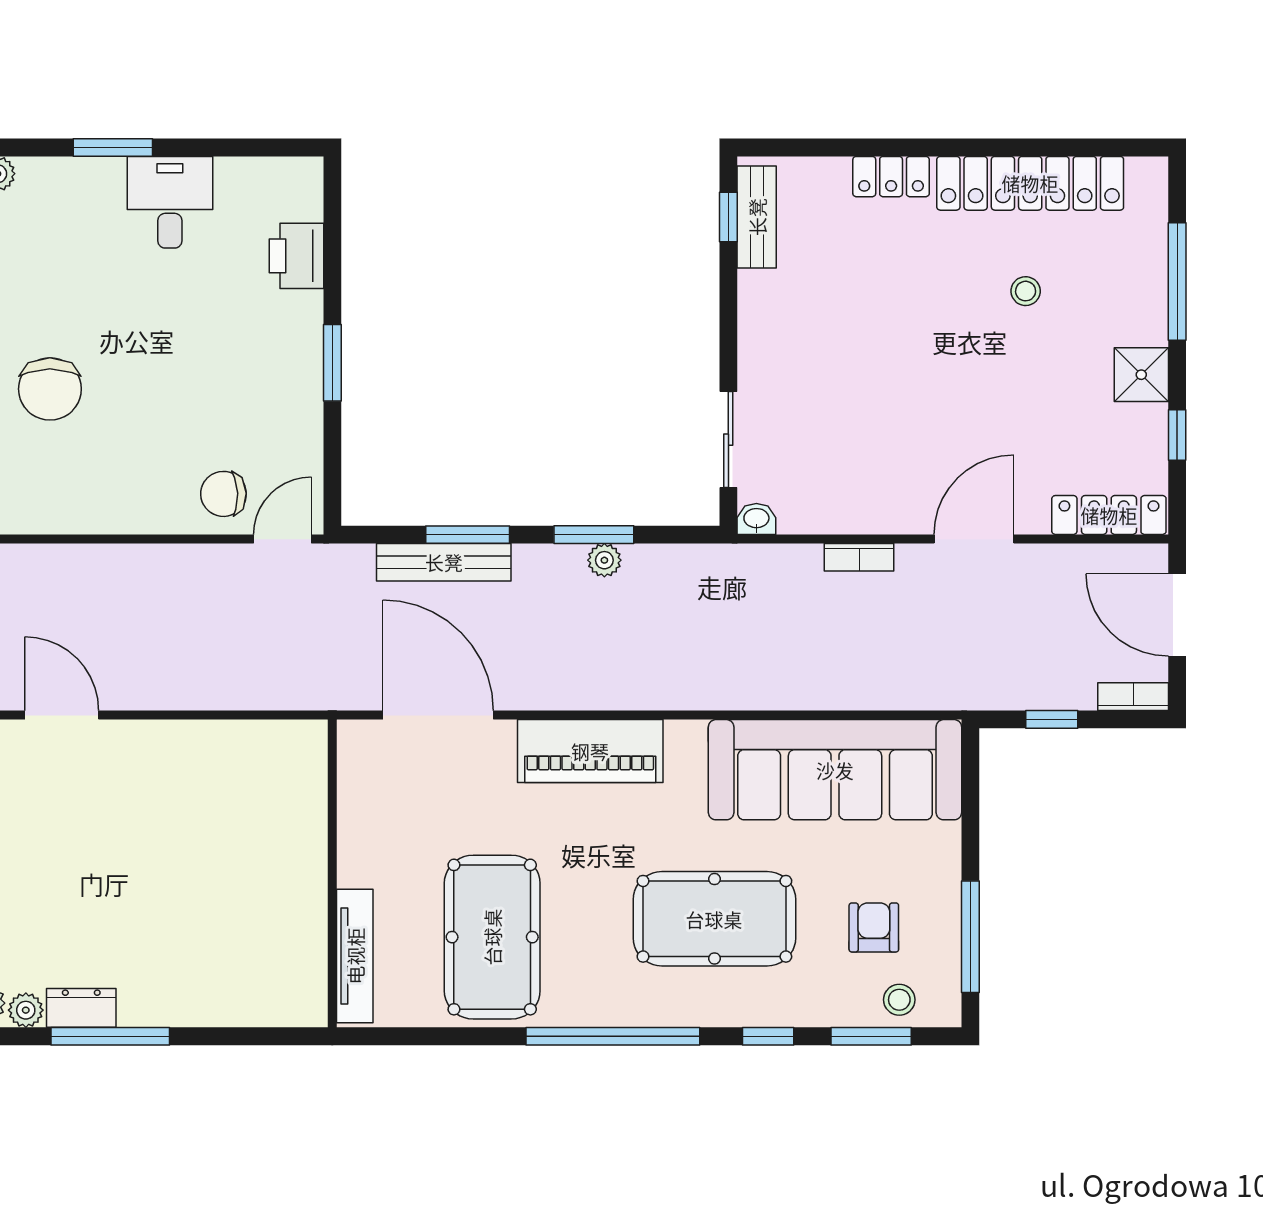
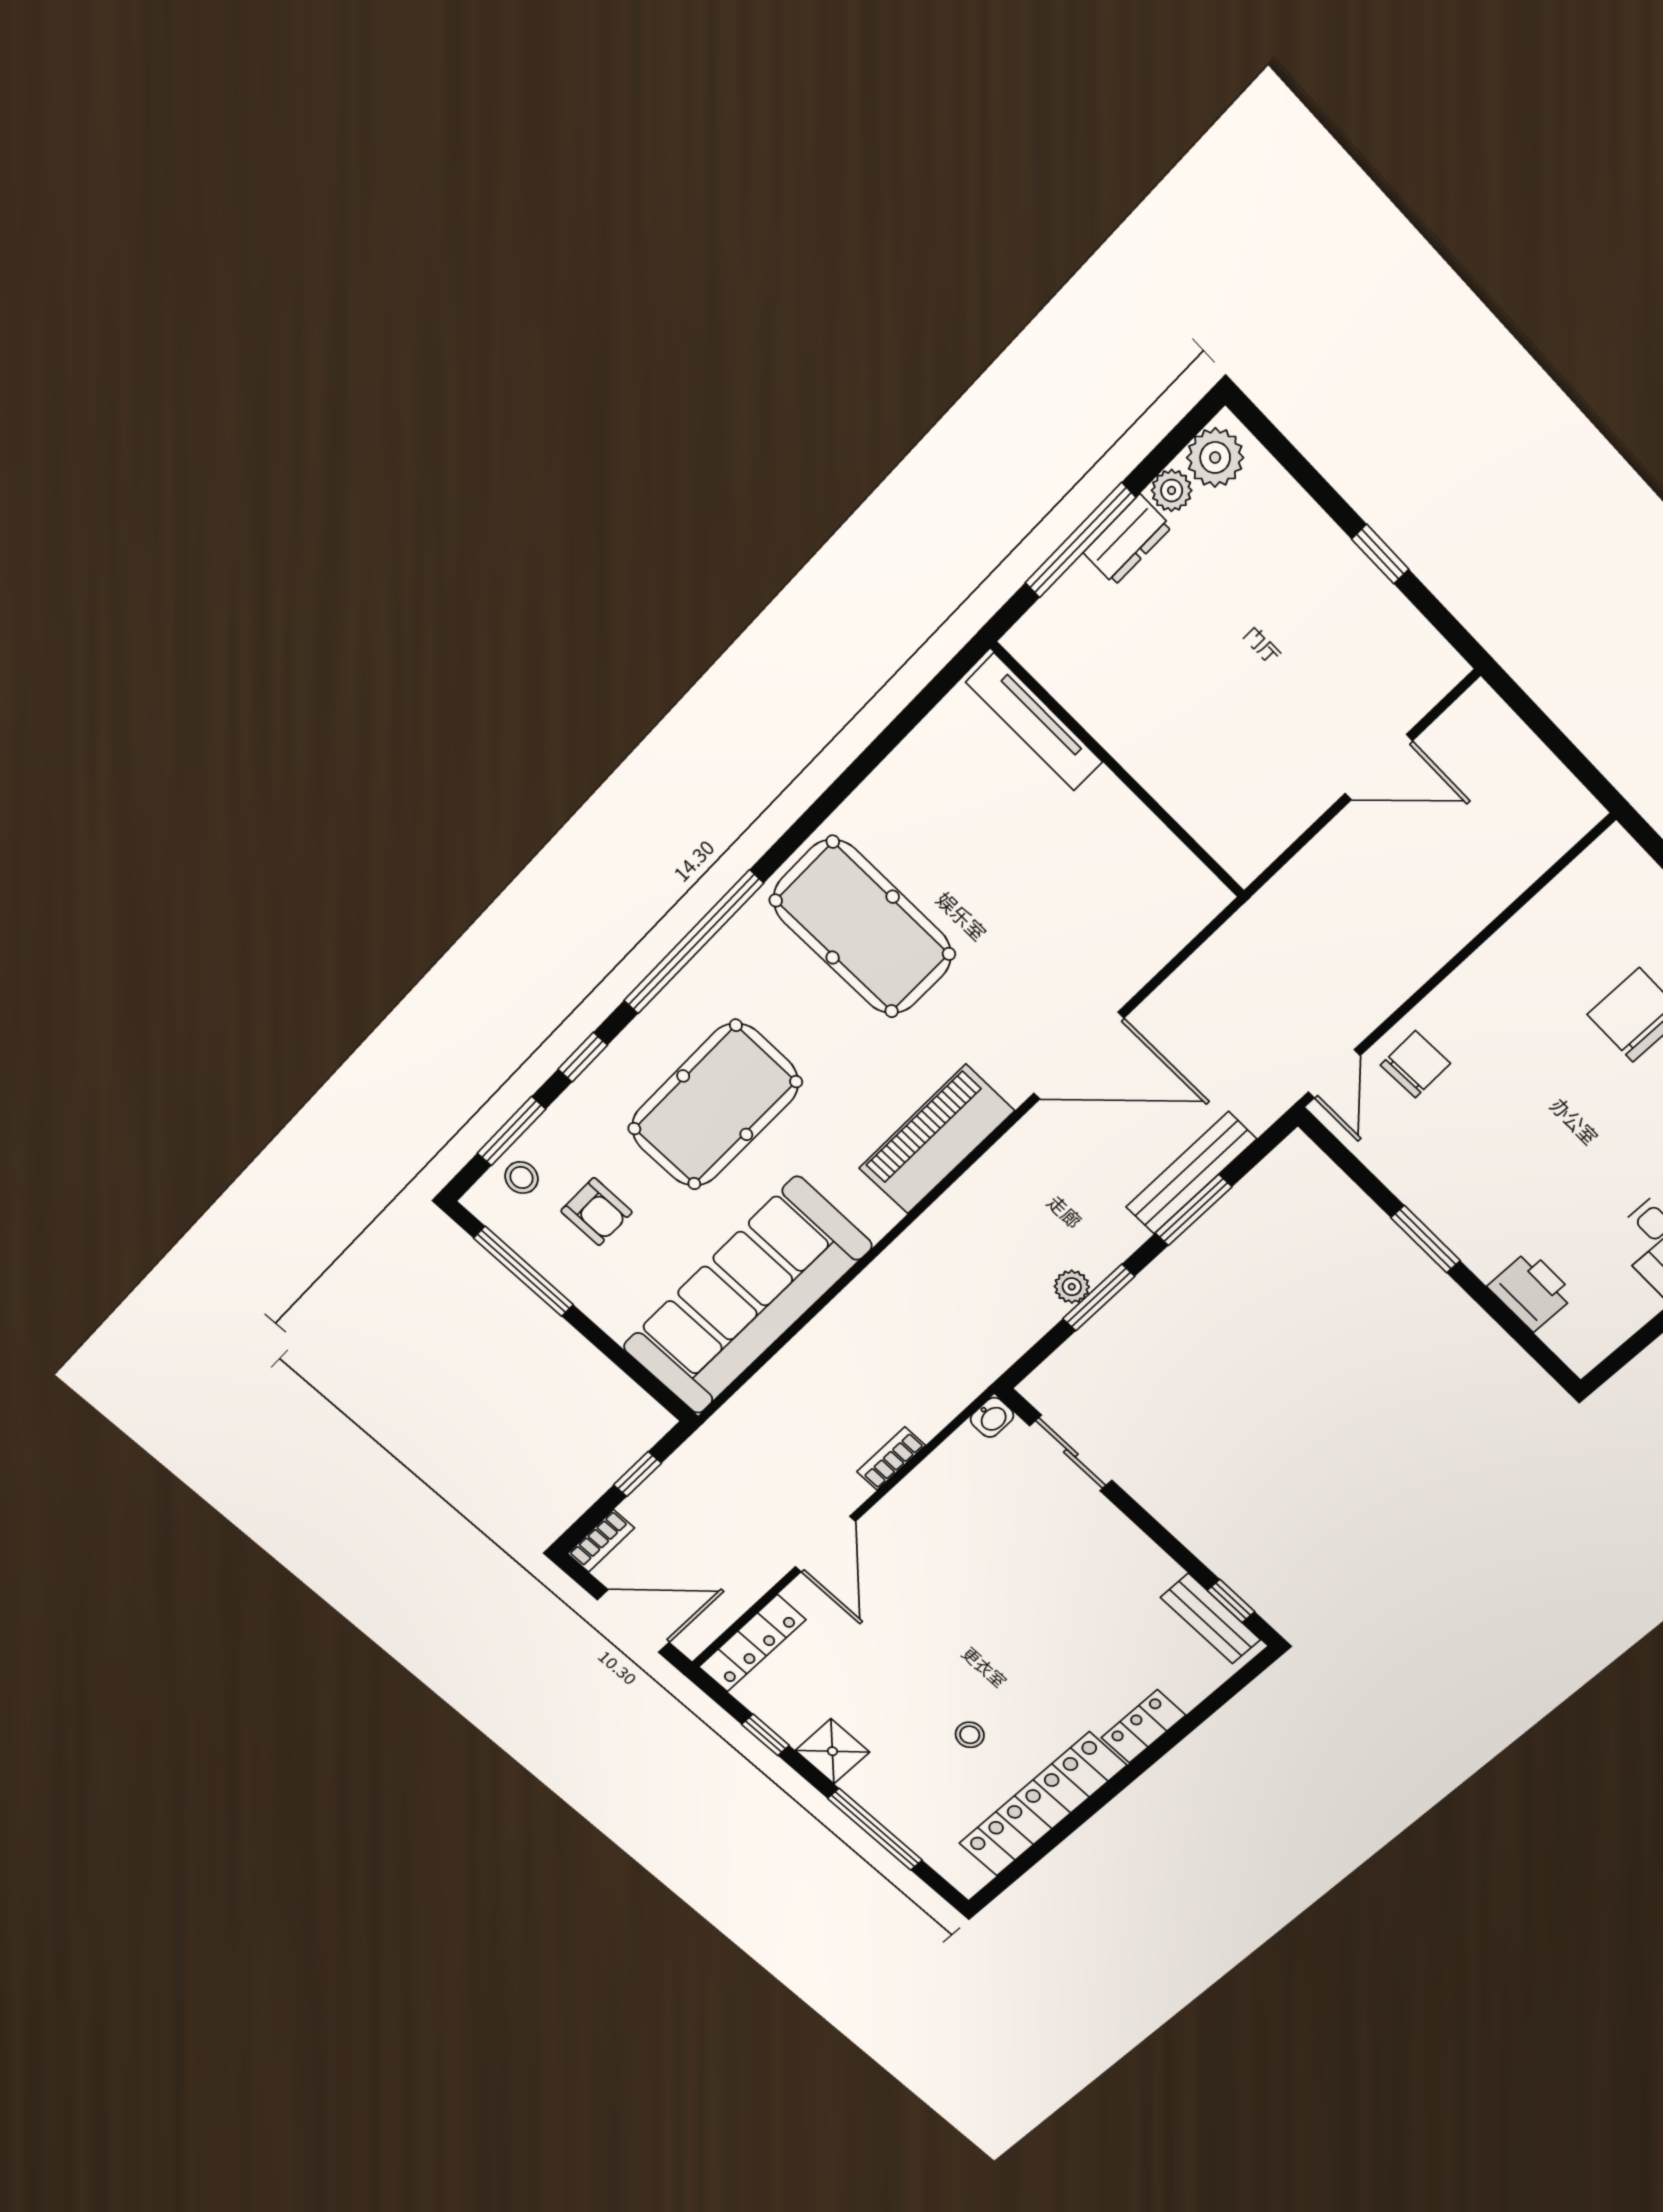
wall: (332, 873) -> (1119, 771), moved
tv unit: (355, 956) -> (1034, 722), moved

